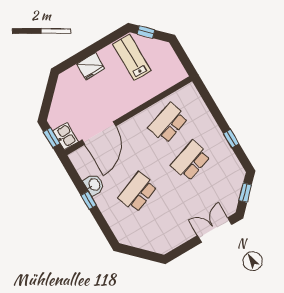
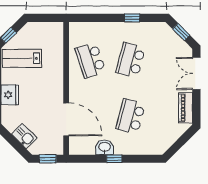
kitchen sink: (65, 136) -> (24, 136), moved, turned 45
school desk: (191, 161) -> (131, 60), turned 33
school desk: (138, 192) -> (131, 116), turned 36
piano: (176, 239) -> (186, 108), added

